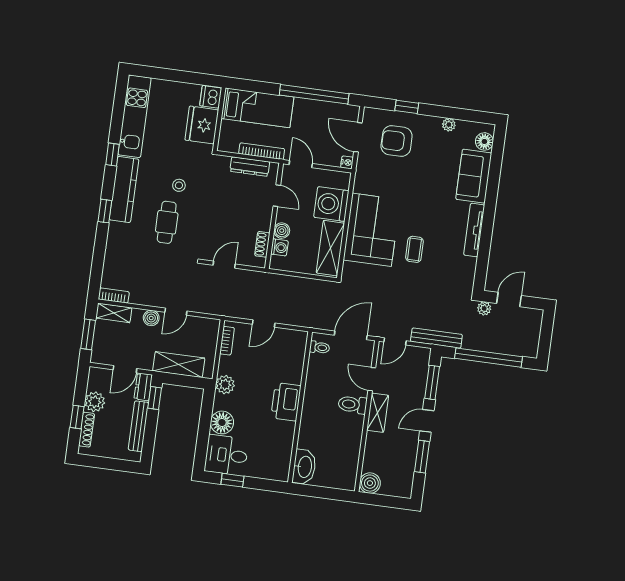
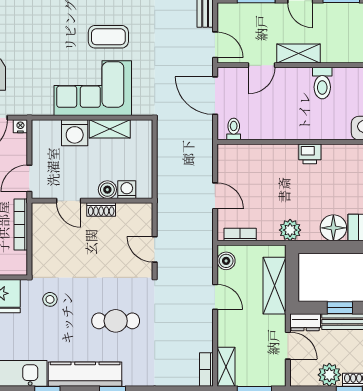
dresser: (250, 167) -> (40, 236), removed
stool: (179, 185) -> (50, 299), moved
door: (277, 196) -> (69, 201), swing flipped
washing machine: (331, 204) -> (75, 133), width x0.73, depth x0.73
shoe rack: (262, 244) -> (101, 209), moved
shelving: (330, 248) -> (110, 129), width x0.67, depth x0.75
coffee table: (414, 249) -> (108, 37), width x1.36, depth x1.30
boiler: (151, 318) -> (226, 261), moved
window: (155, 398) -> (340, 308), moved
printer: (286, 402) -> (310, 154), width x0.53, depth x0.68
toilet: (353, 405) -> (322, 83), moved

